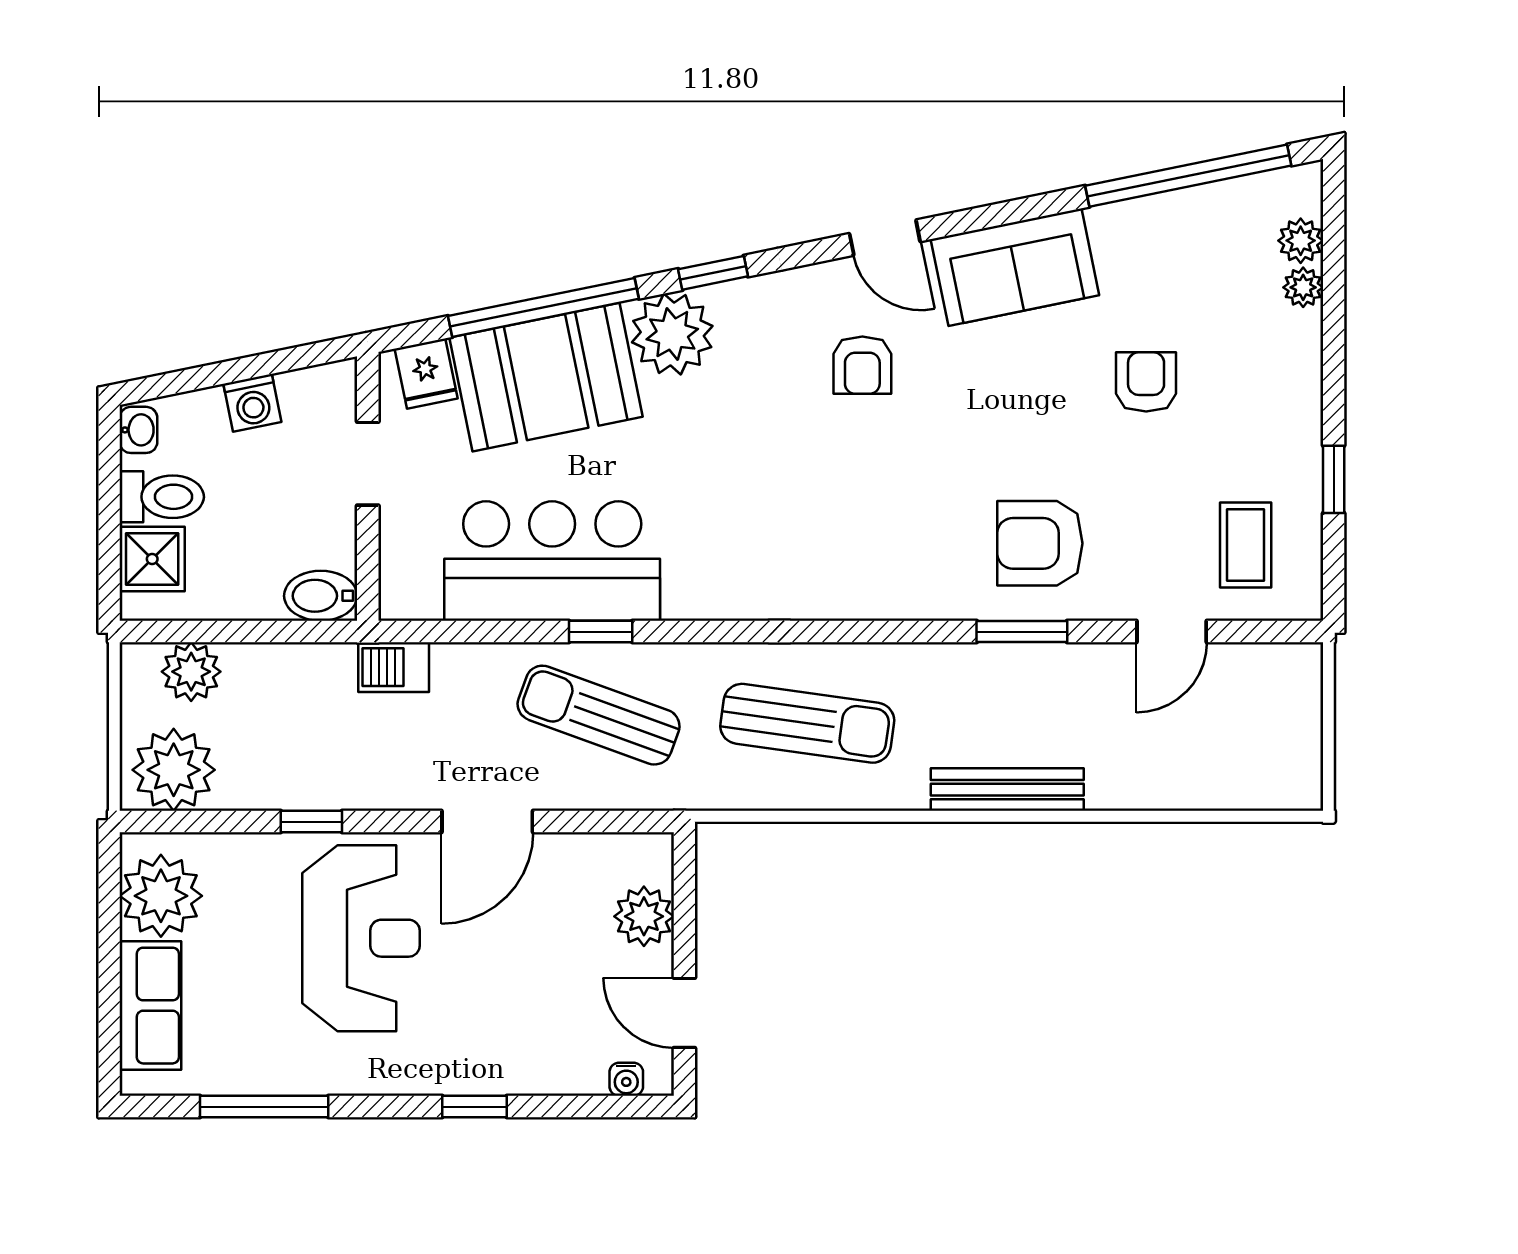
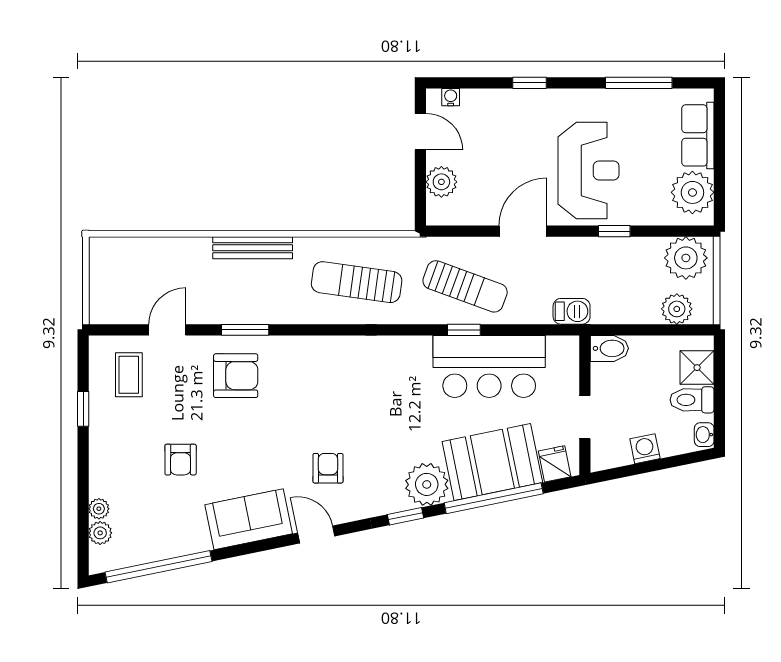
reception desk: (361, 938) -> (589, 170), turned 180

